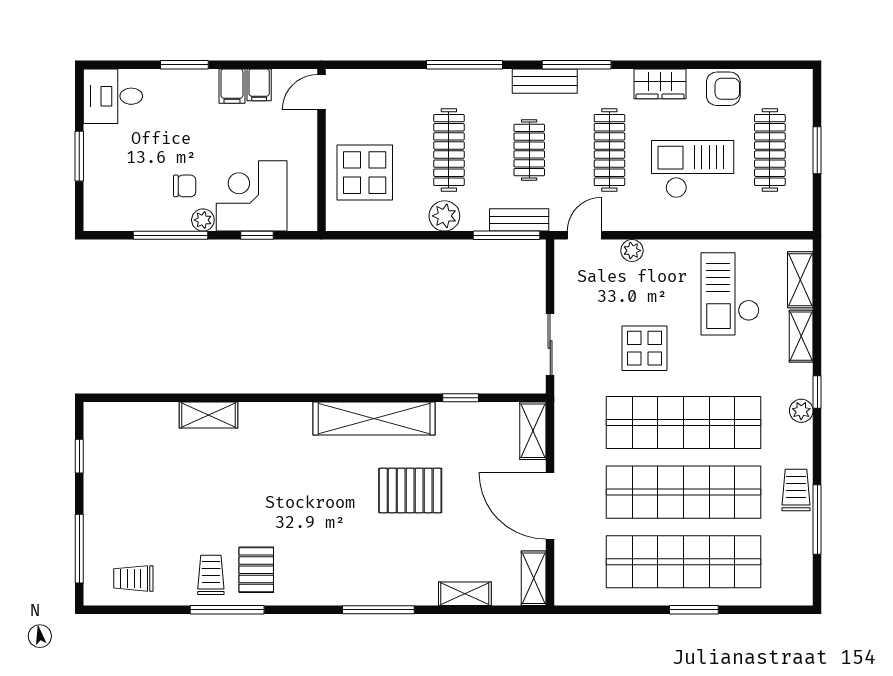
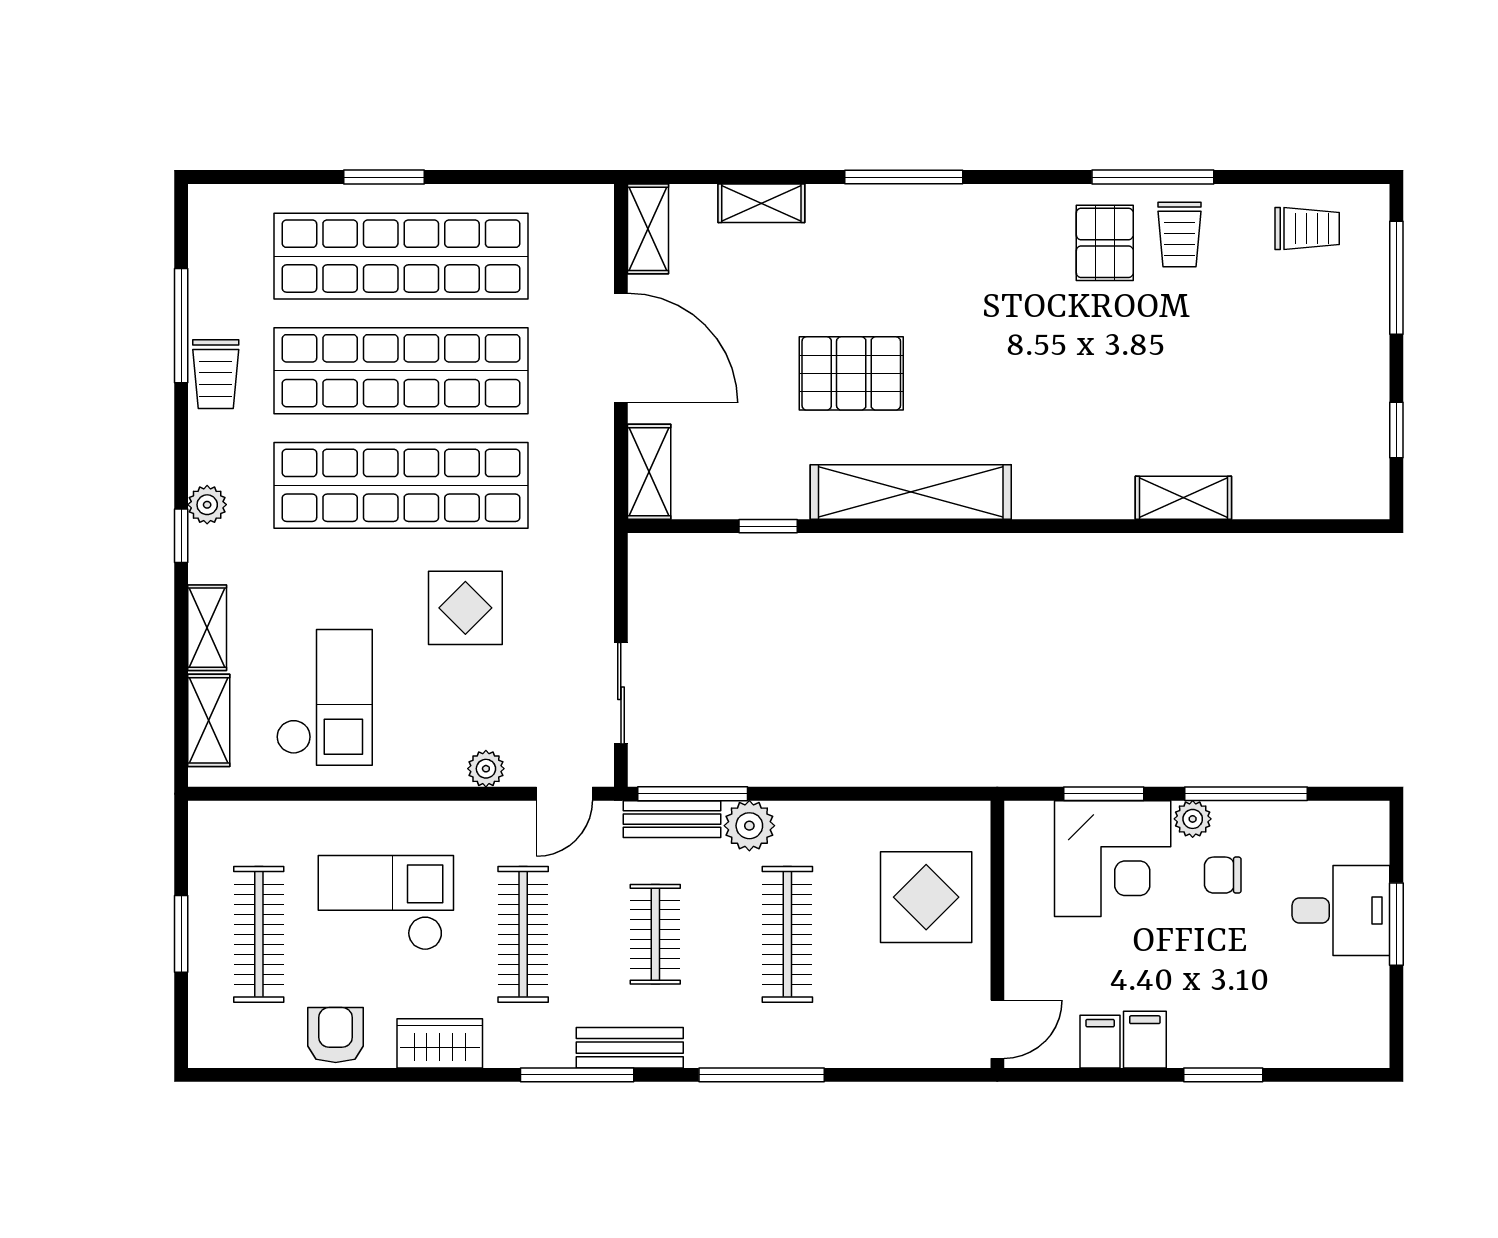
armchair: (723, 89) -> (336, 1035), turned 90
desk: (113, 96) -> (1341, 910), moved
checkout: (693, 169) -> (386, 903), turned 180
plant: (444, 216) -> (749, 826), moved
window: (257, 235) -> (1104, 794), width x1.50
sliding door: (550, 344) -> (621, 693), moved

